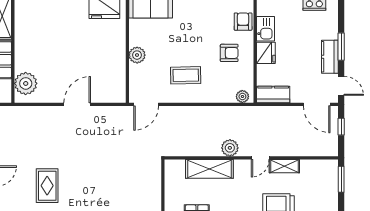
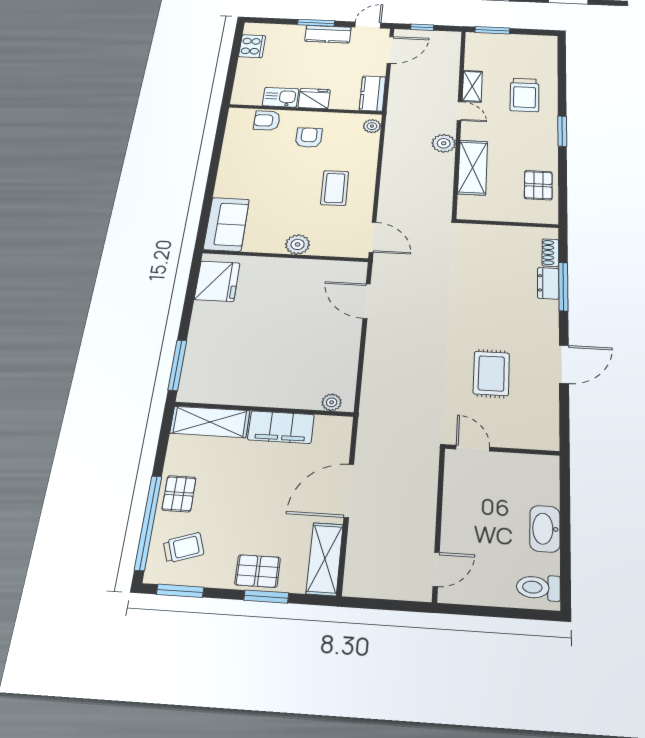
plant: (26, 83) -> (332, 402), width x0.53, depth x0.53
door: (77, 104) -> (367, 301), moved
rug: (47, 186) -> (491, 373), turned 90

